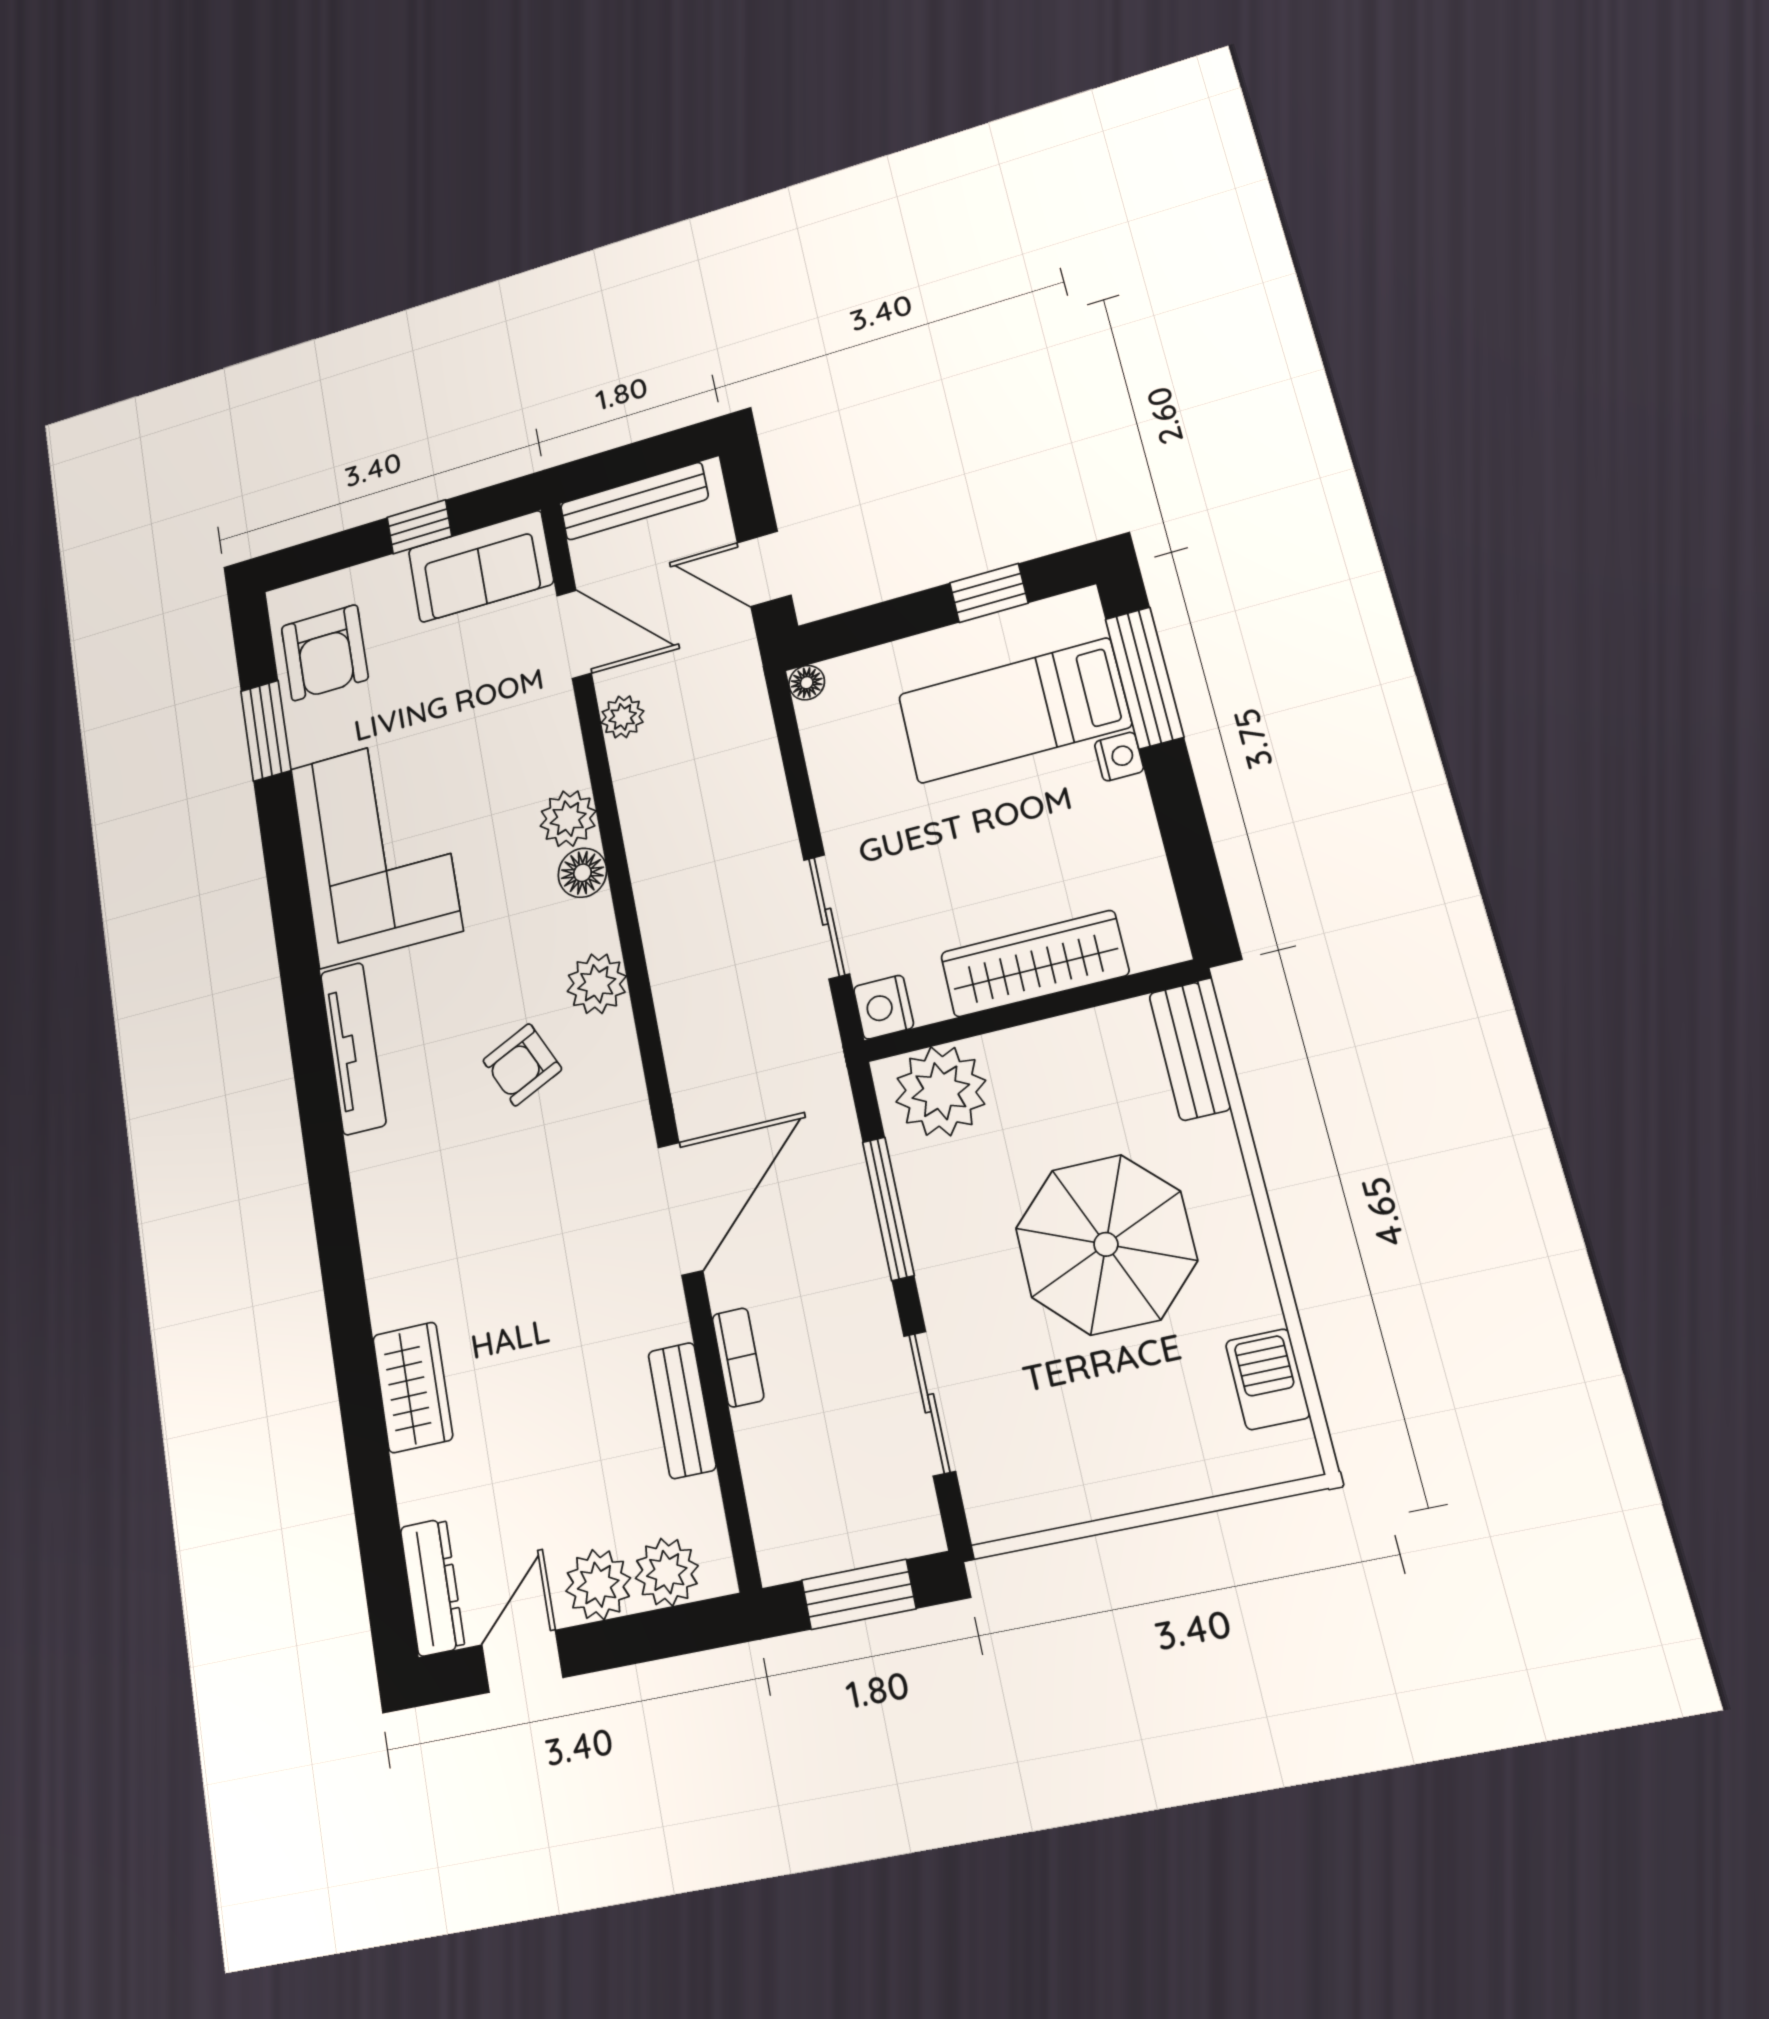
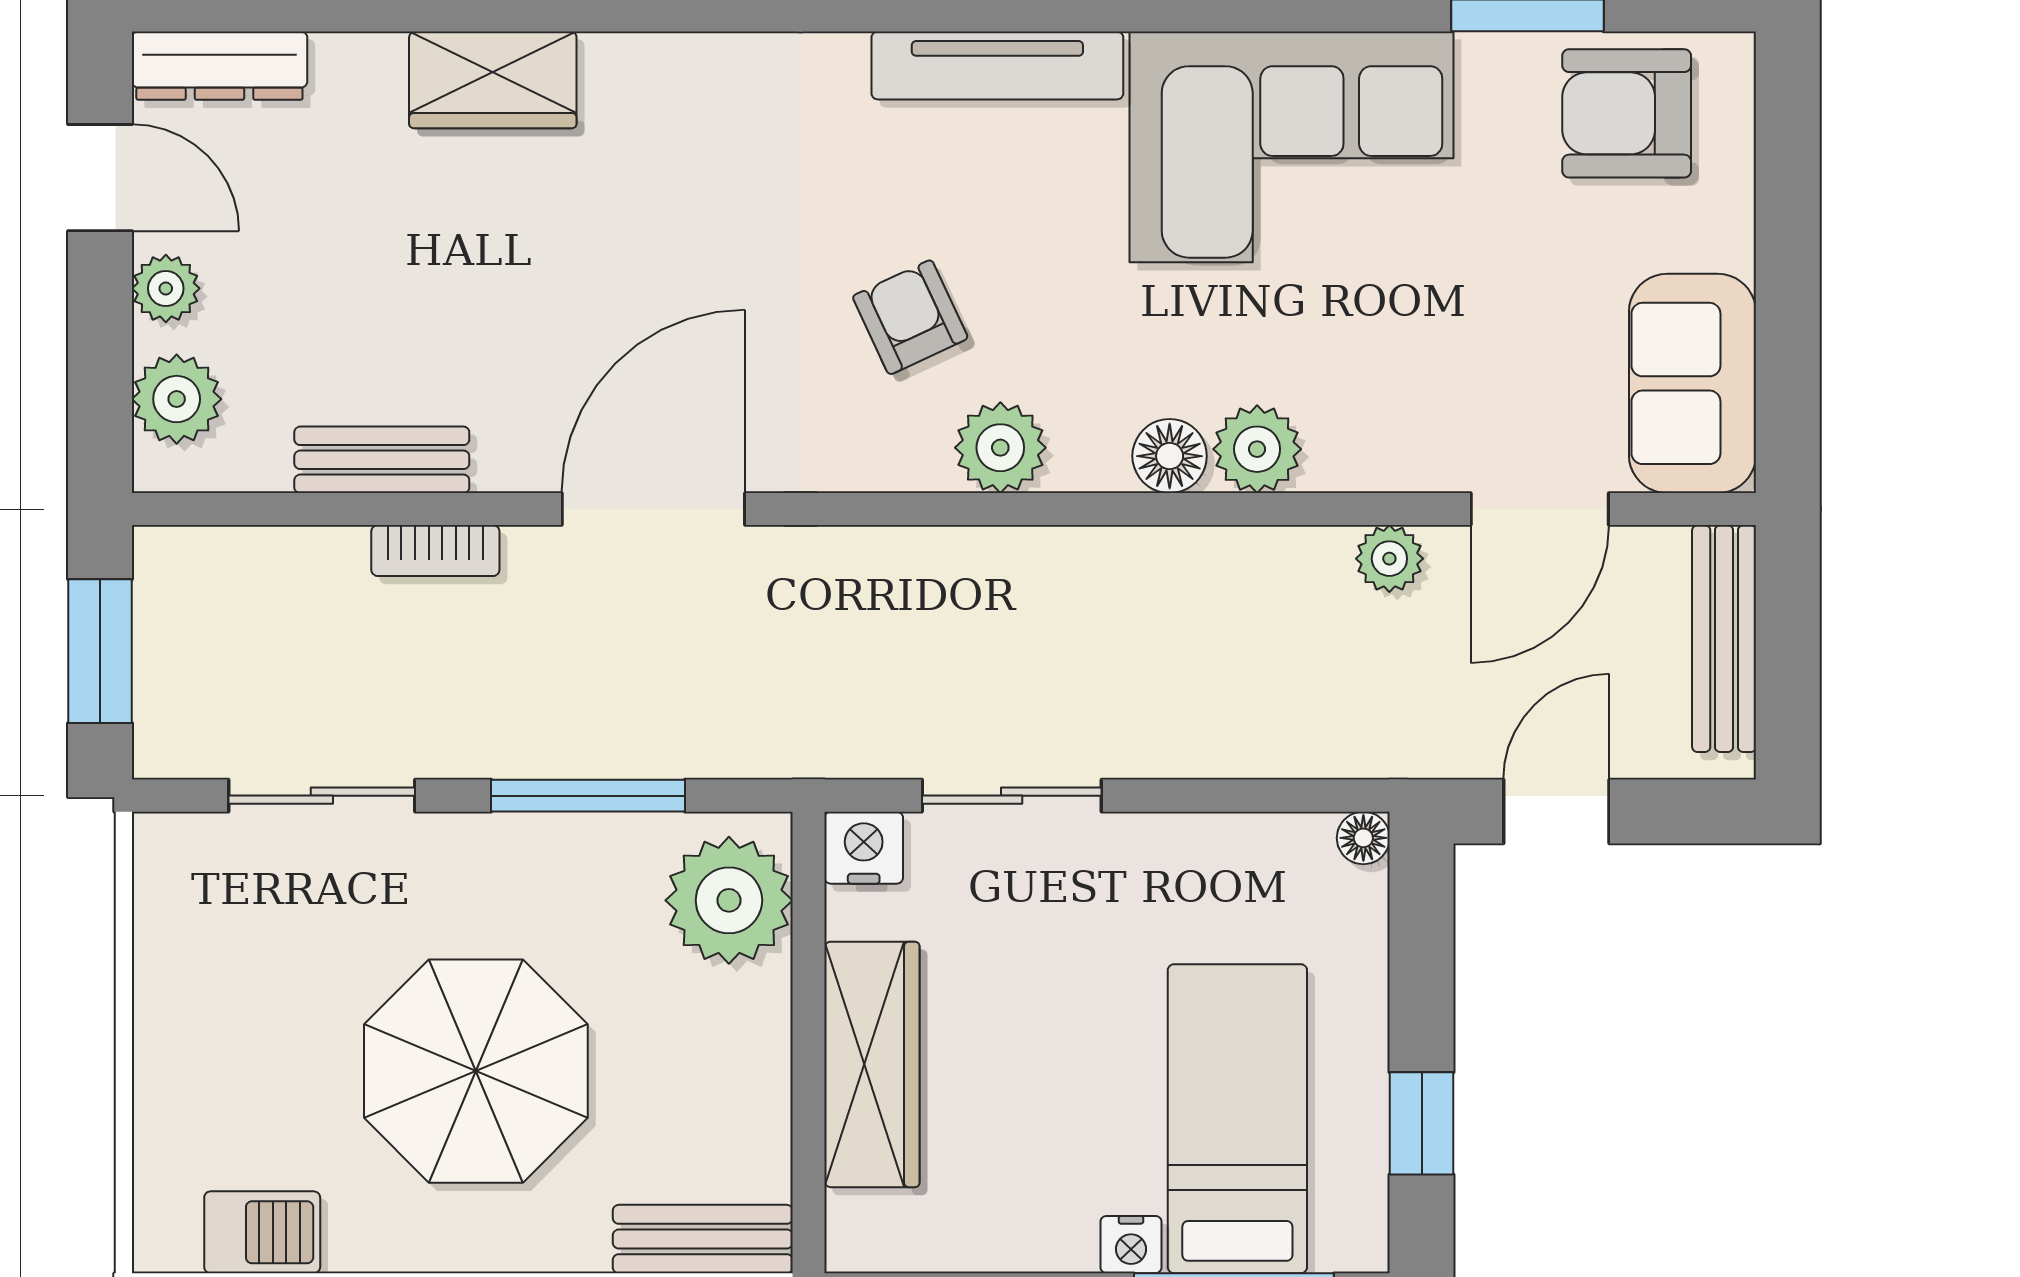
window: (419, 527) -> (1788, 297), removed
door: (680, 1209) -> (653, 509), swing flipped
plant: (598, 1585) -> (166, 288), width x0.73, depth x0.73

